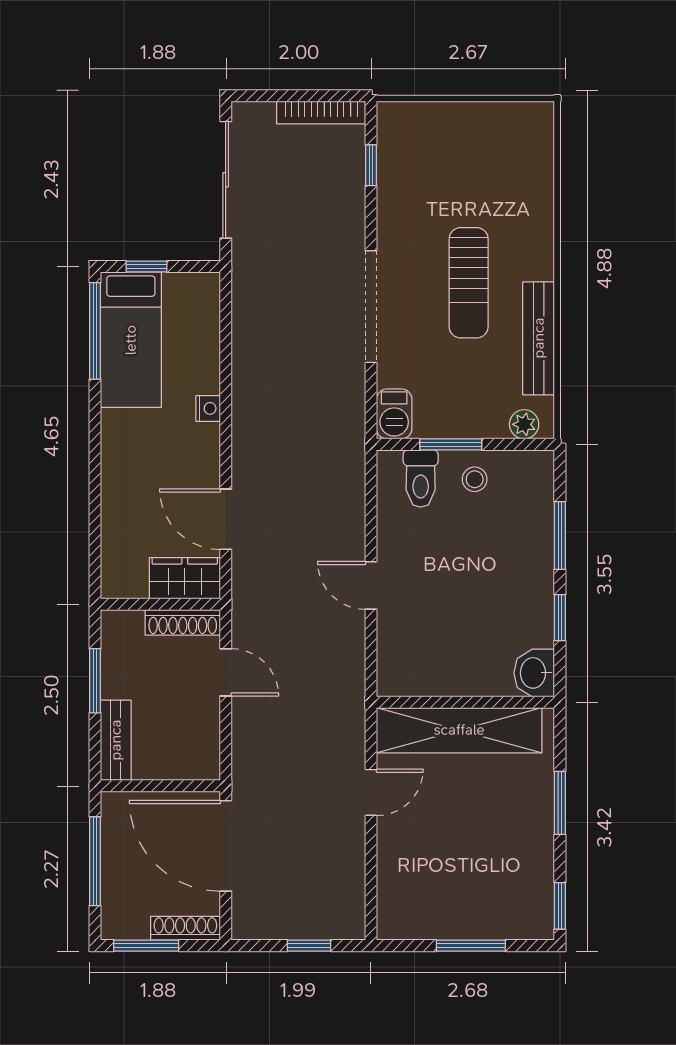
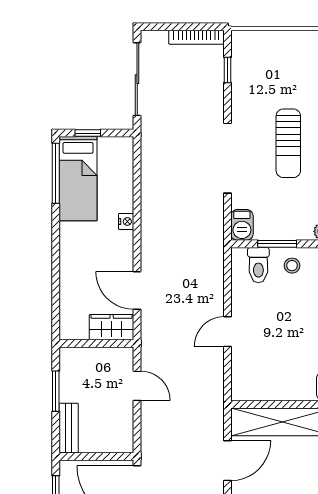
door: (371, 585) -> (227, 332), hinge flipped
shoe rack: (183, 622) -> (110, 355), removed
door: (371, 792) -> (227, 461), width x1.38

